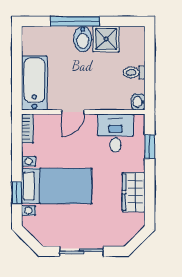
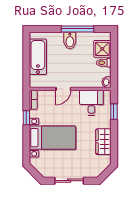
window: (75, 21) -> (78, 29), moved
shower: (106, 39) -> (102, 49), moved
bathtub: (34, 83) -> (38, 57), moved
window: (17, 193) -> (26, 118), moved

